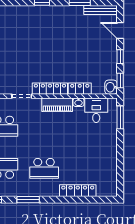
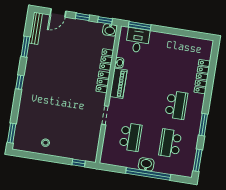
locker: (50, 89) -> (103, 82), width x0.66
desk: (96, 110) -> (138, 40), moved, turned 90

